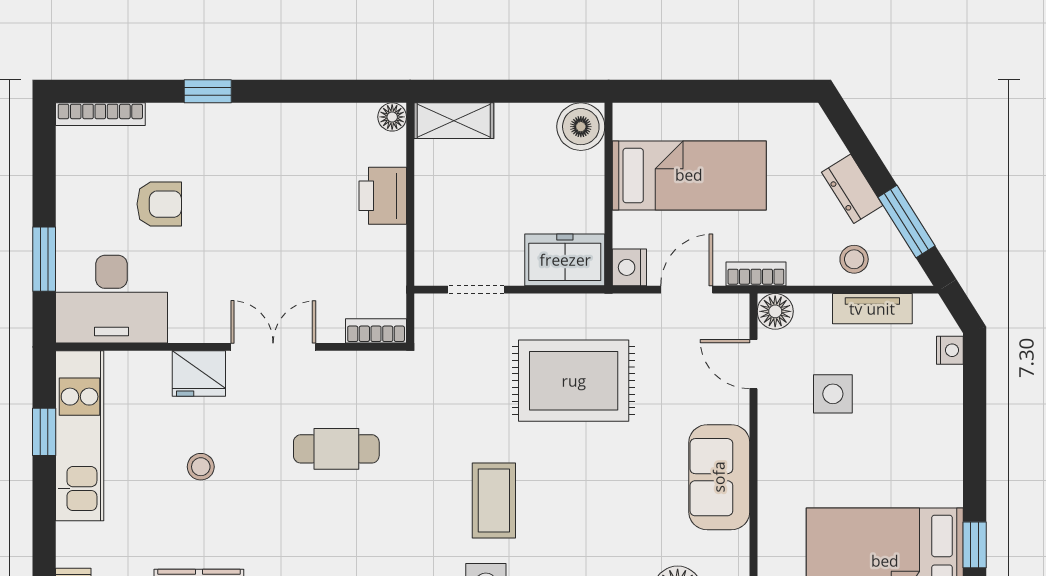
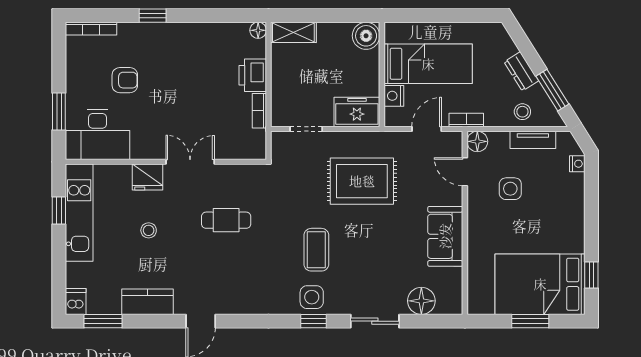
nightstand: (629, 267) -> (394, 96), moved
bookcase: (376, 331) -> (259, 111), moved, turned -90

